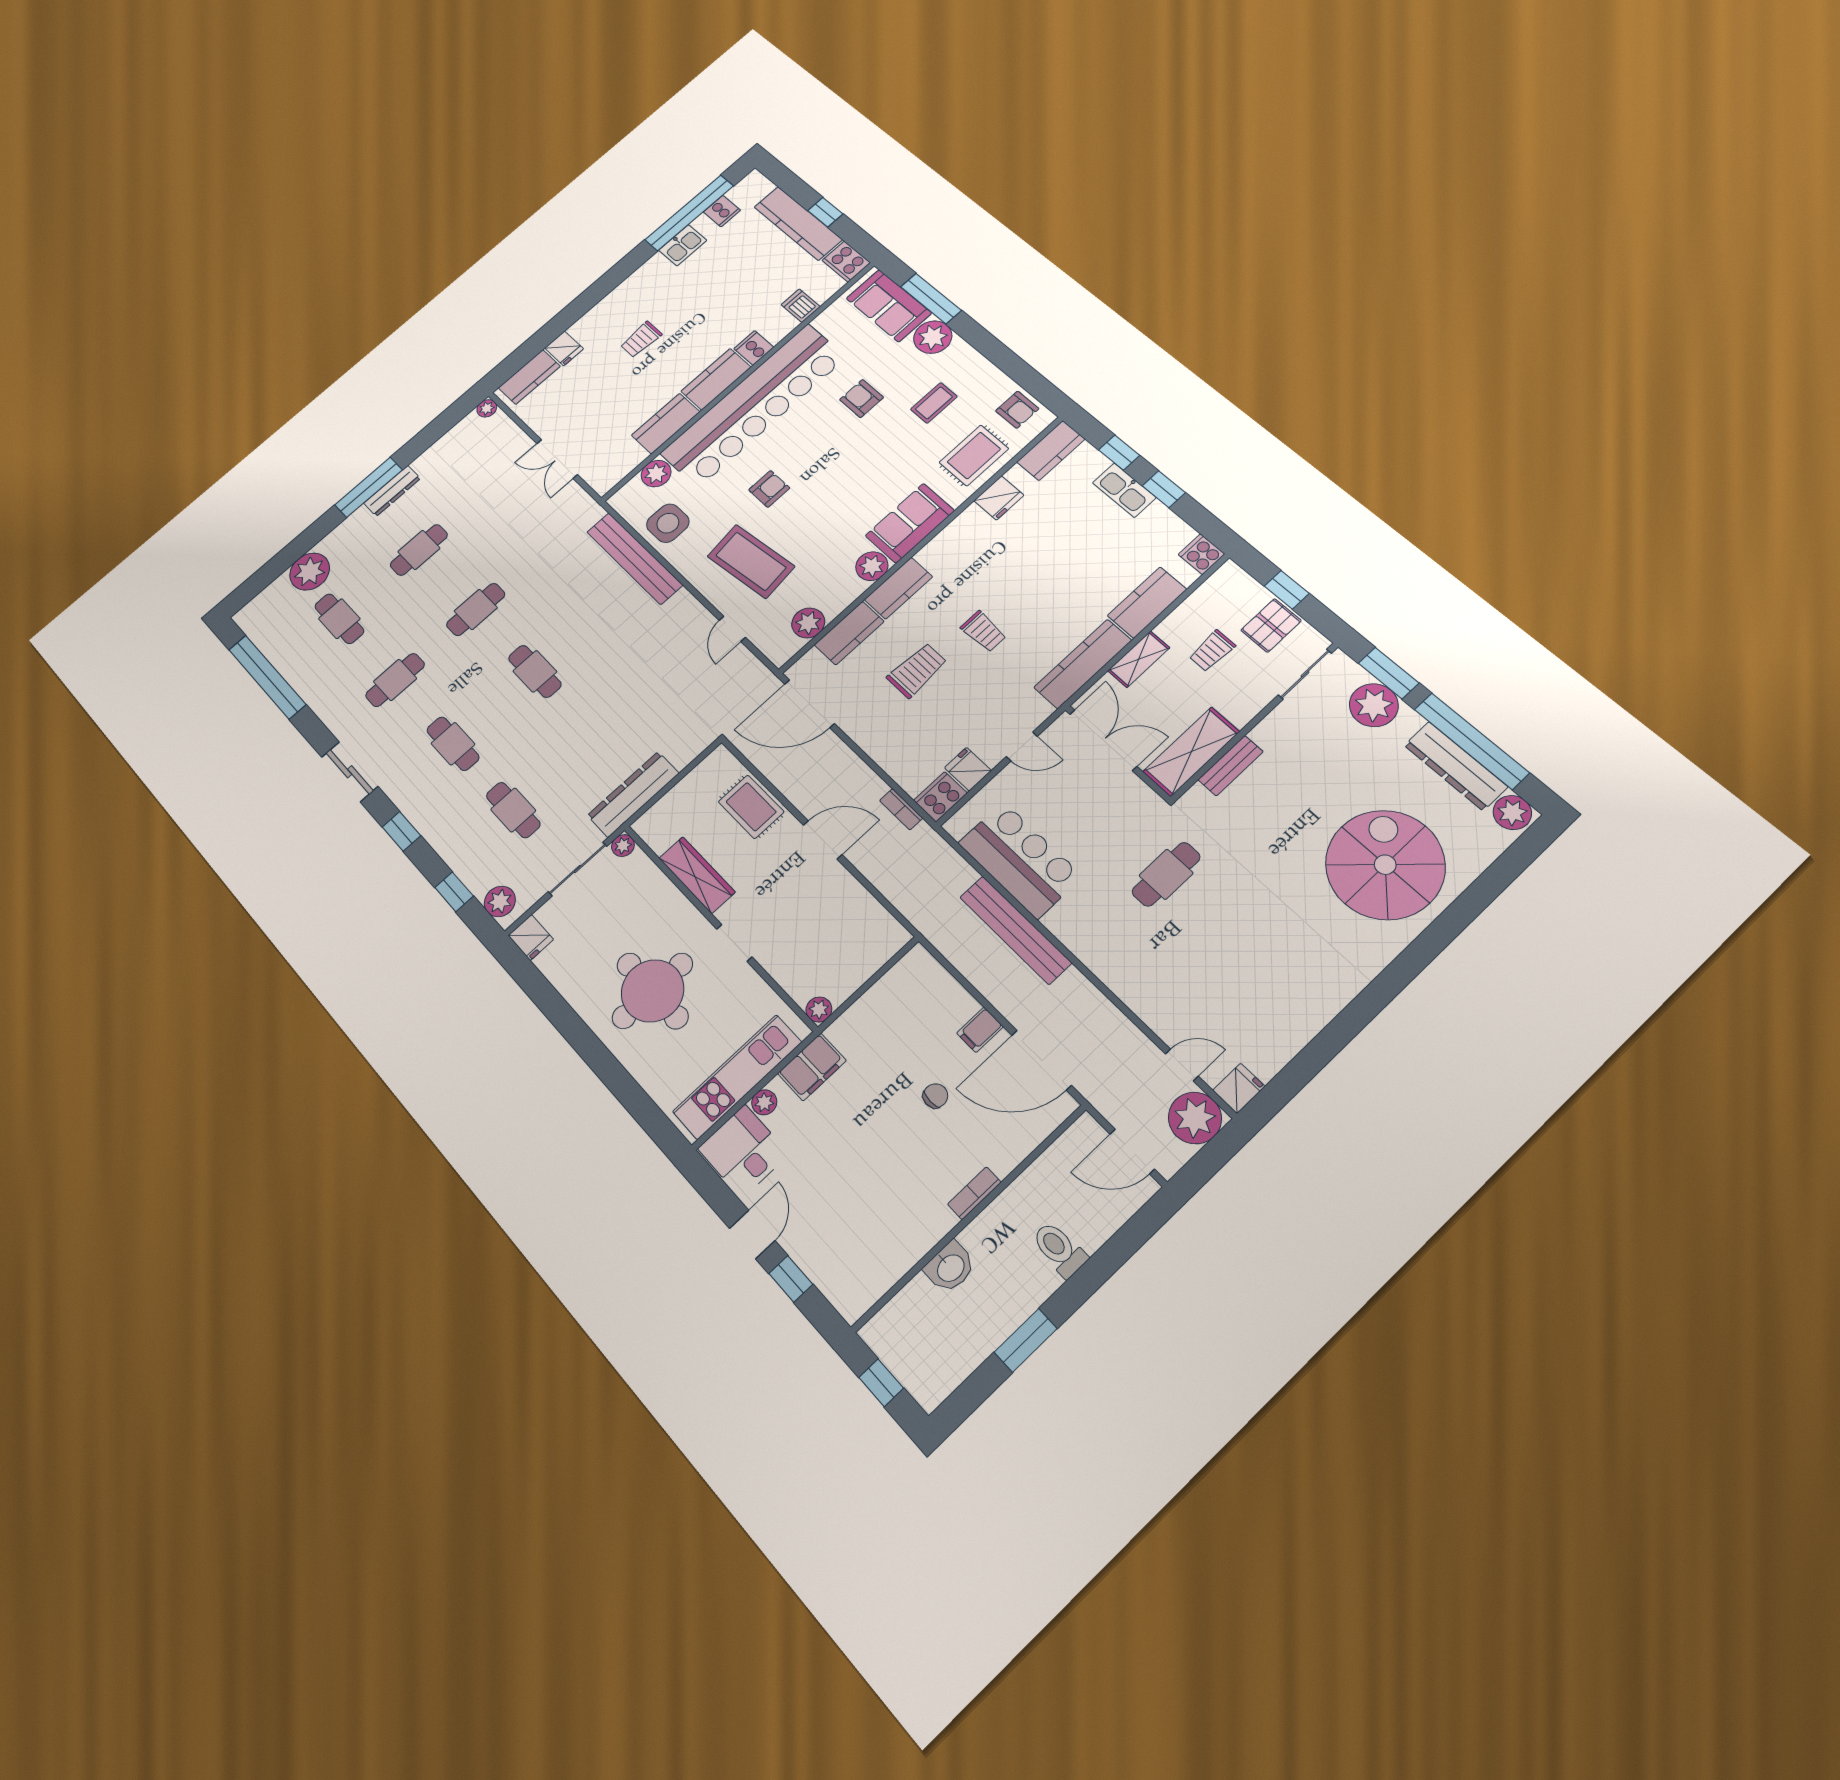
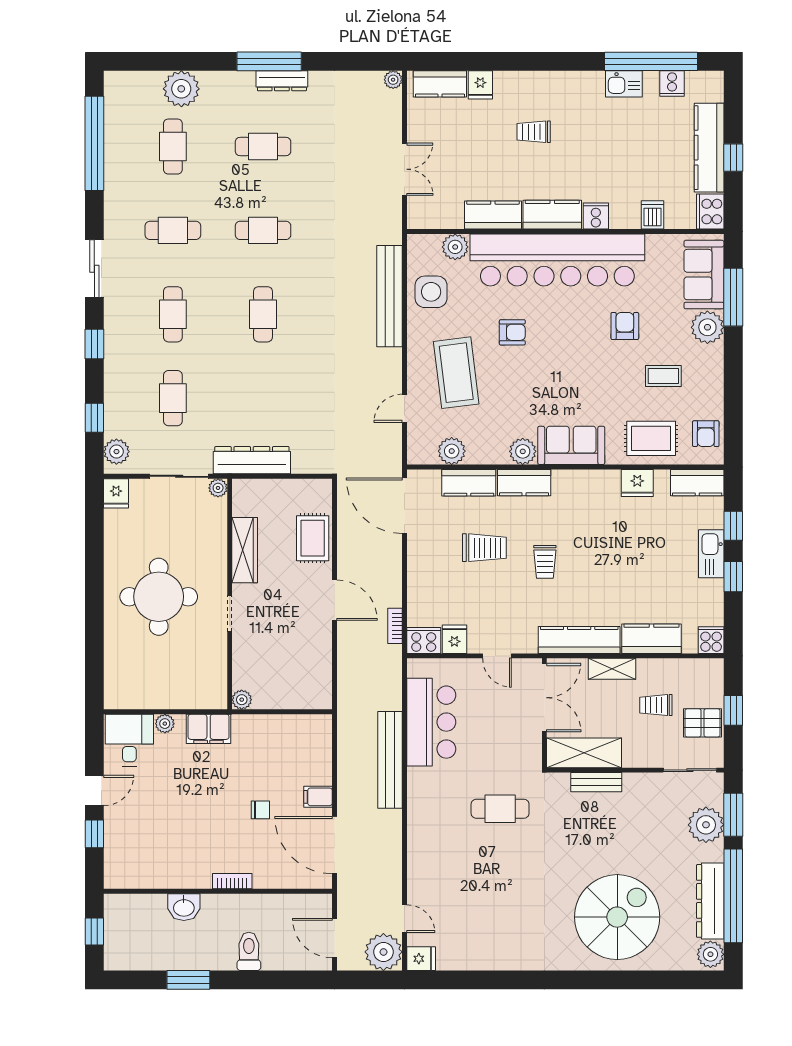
double door: (557, 459) -> (404, 169), swing flipped
kitchen unit: (737, 1077) -> (163, 695), removed

